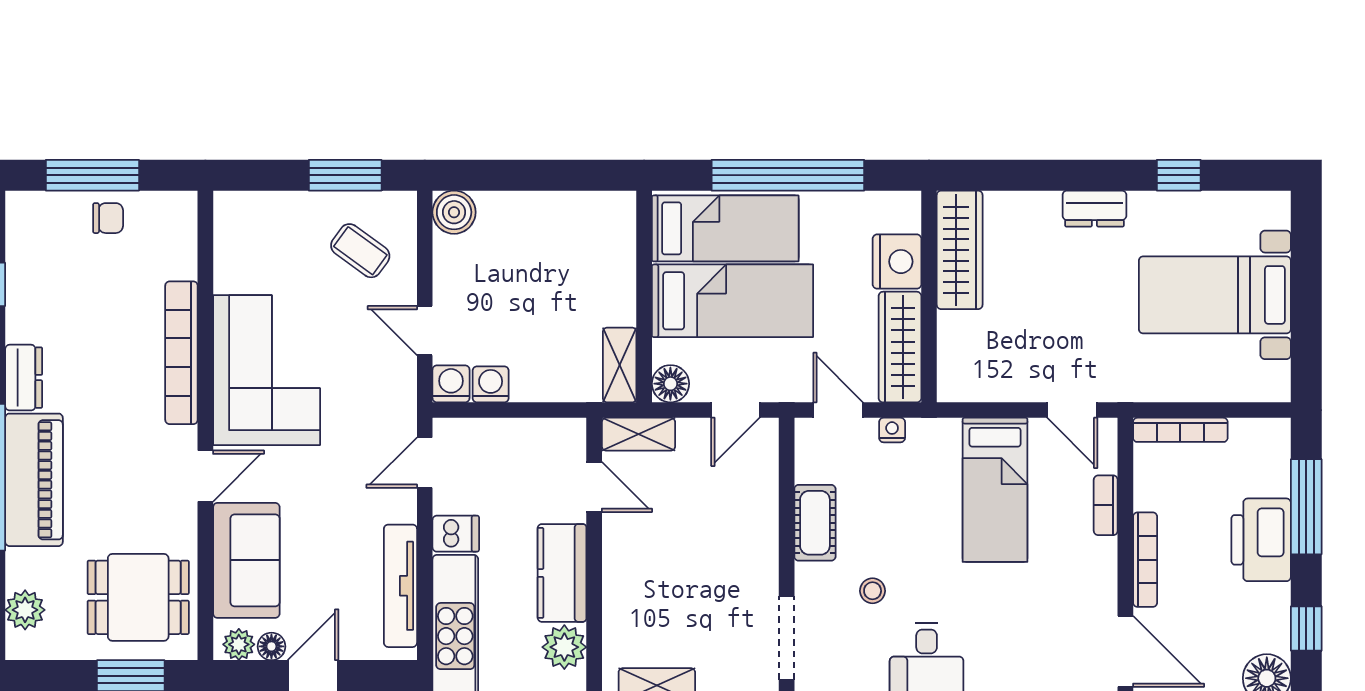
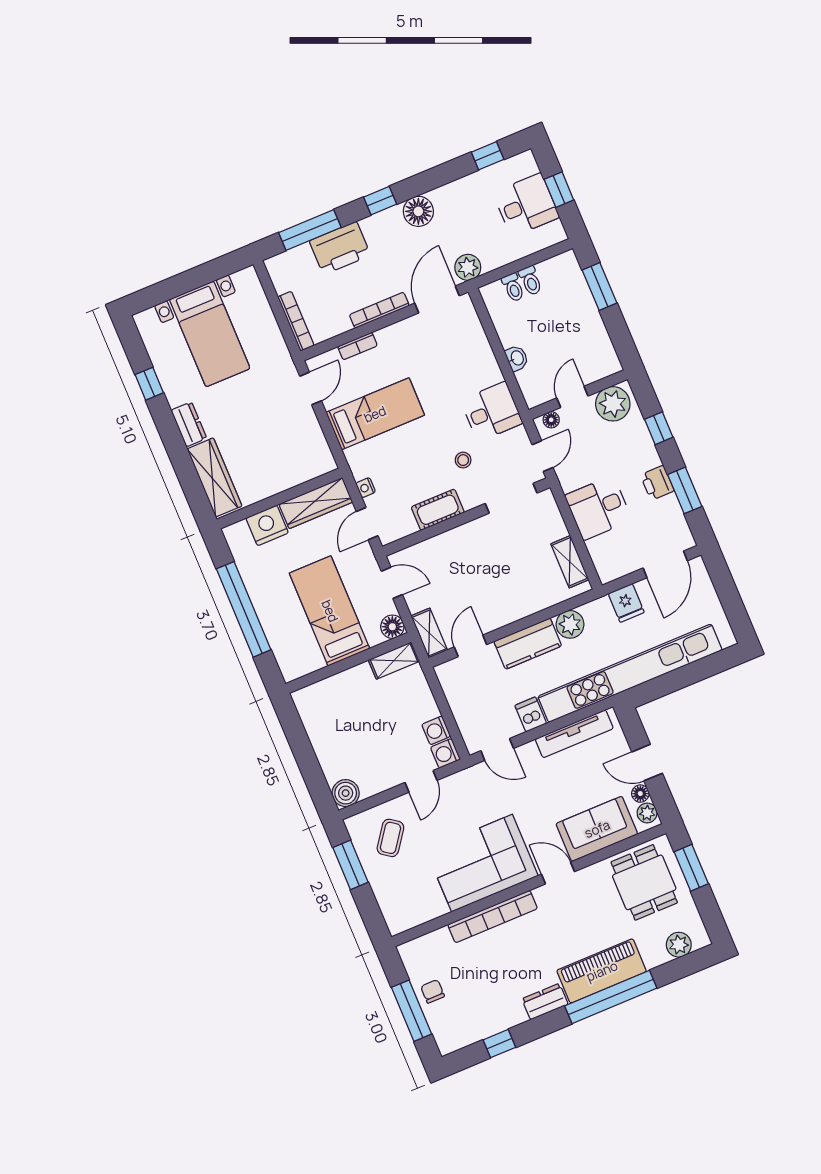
bed: (725, 228) -> (290, 633), removed
wardrobe: (960, 250) -> (215, 477), moved, turned 90

